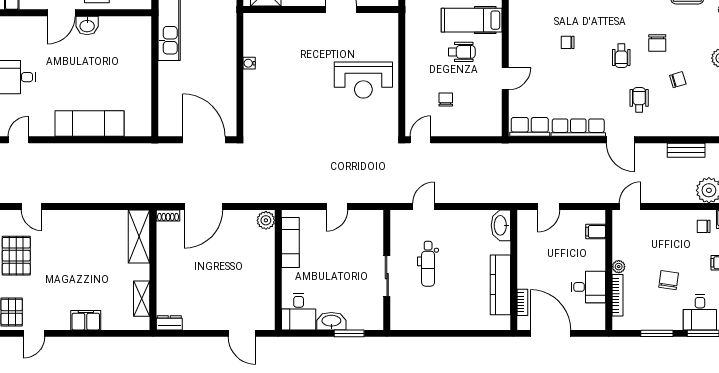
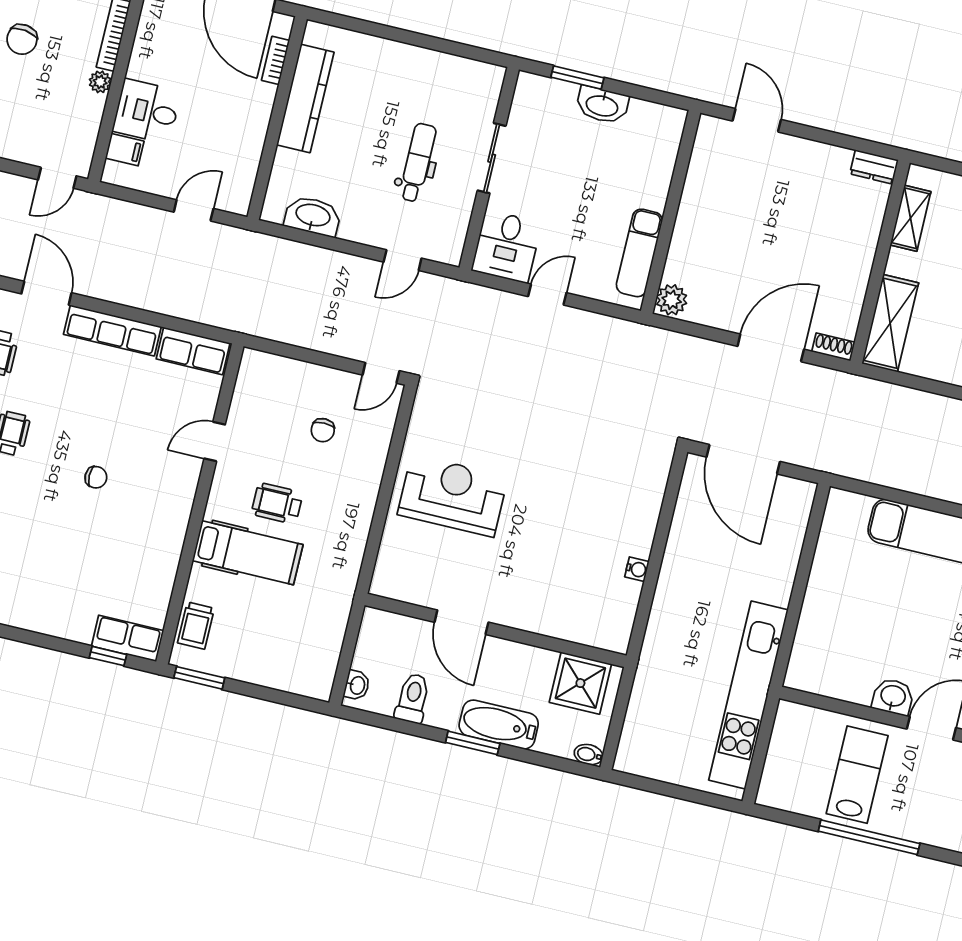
washbasin: (501, 225) -> (313, 216), moved, turned -90
desk: (588, 287) -> (147, 111), moved
desk: (299, 312) -> (507, 247), moved, turned 180

